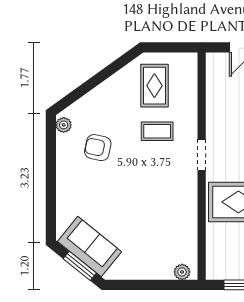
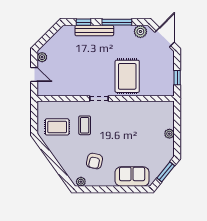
sofa: (90, 247) -> (132, 176), moved, turned 51
plant: (182, 272) -> (169, 134), moved

